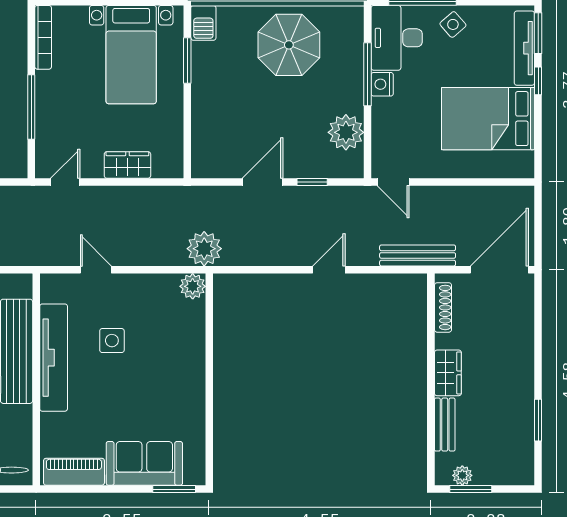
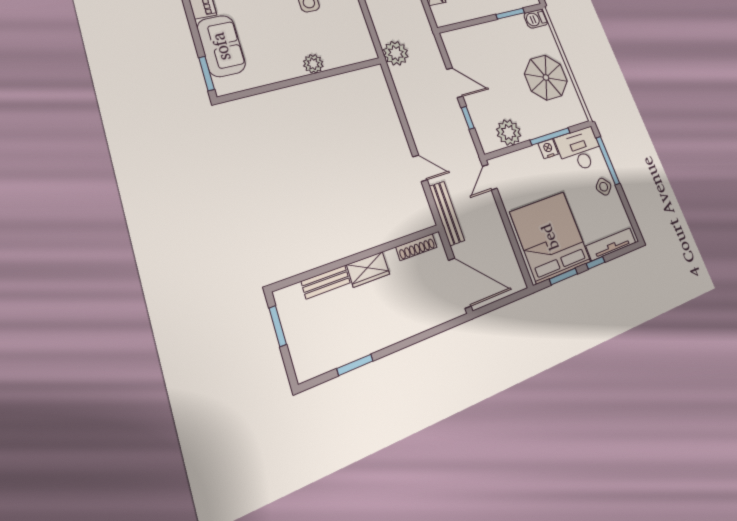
window: (538, 33) -> (563, 276), moved
bed: (488, 119) -> (550, 237), width x1.36
door: (329, 270) -> (420, 168), moved
plant: (193, 286) -> (313, 64), moved
plant: (462, 475) -> (287, 314), removed

